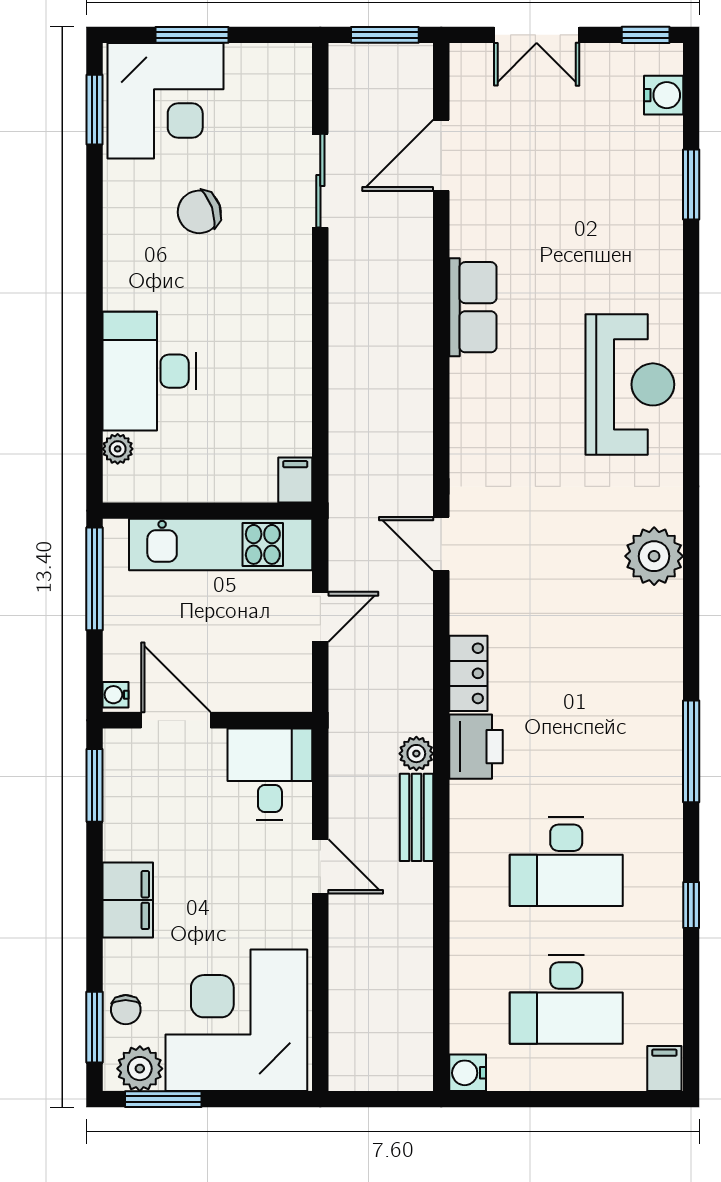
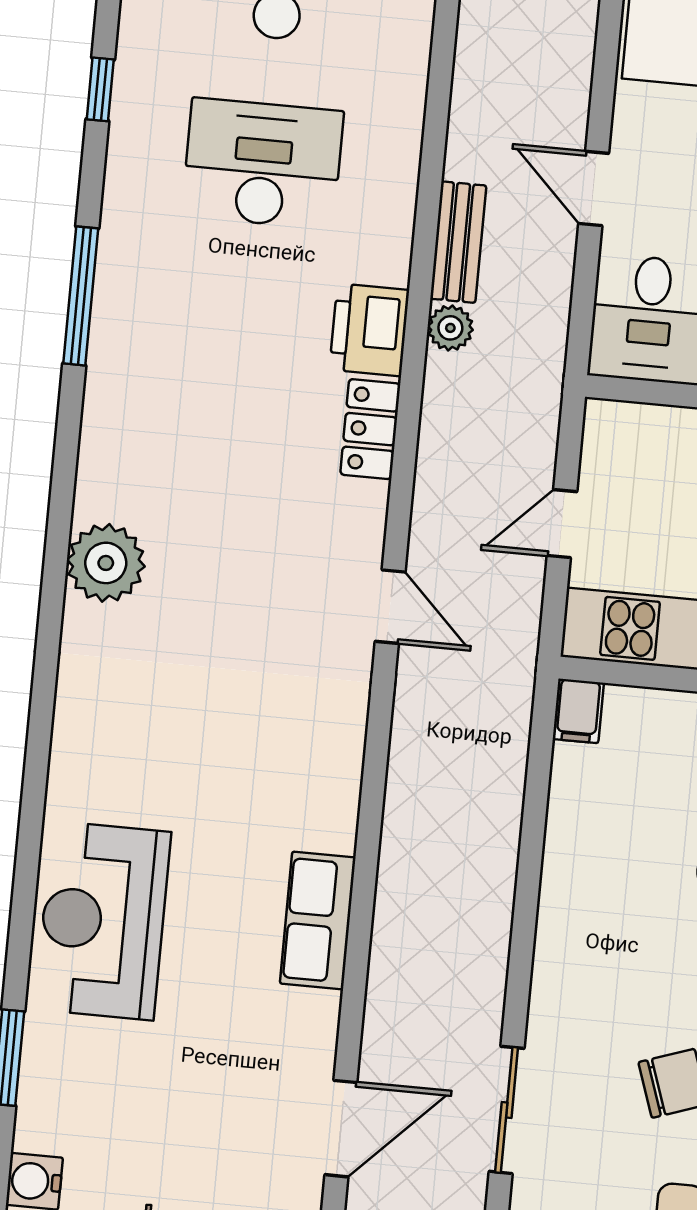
reception desk: (630, 384) -> (103, 921), moved

